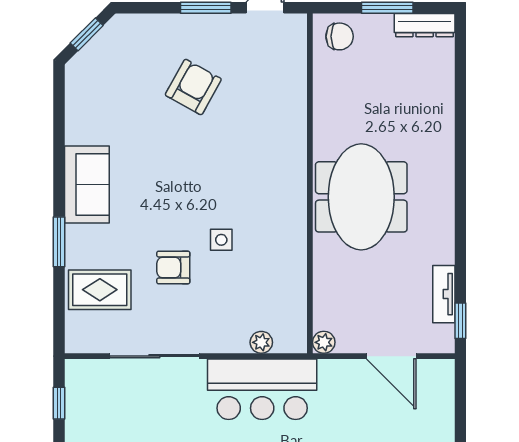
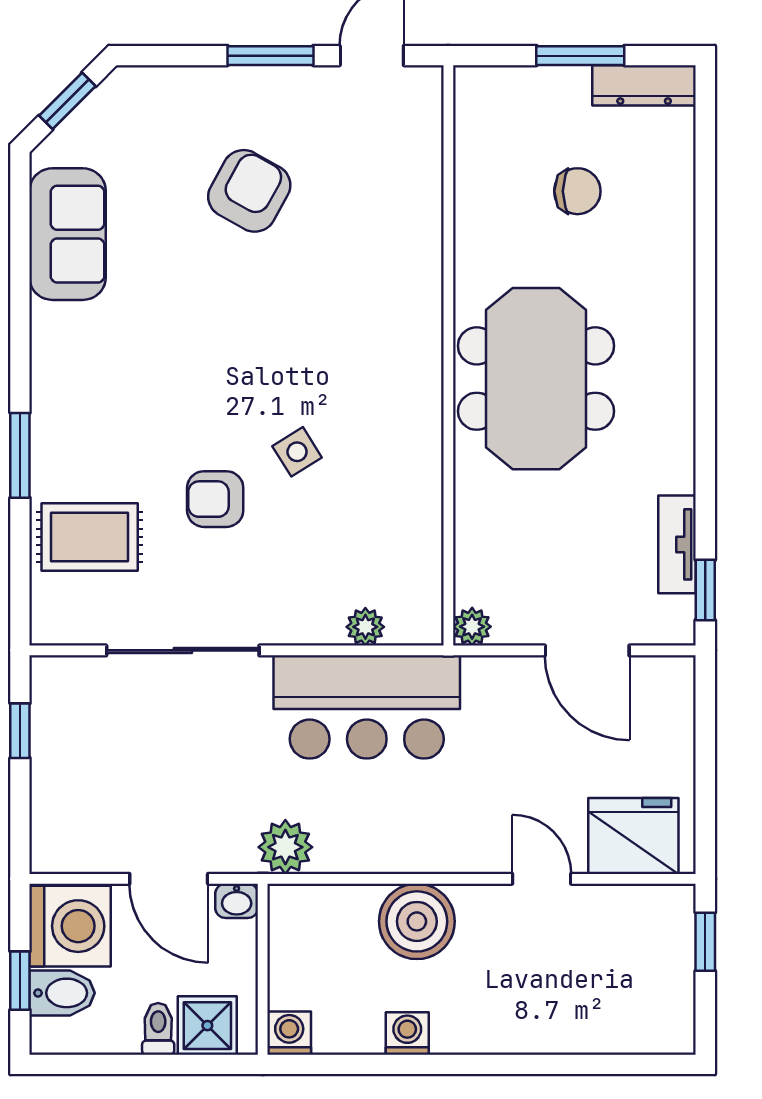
chair: (340, 36) -> (577, 191), moved
sofa: (87, 185) -> (68, 234), moved
side table: (221, 240) -> (297, 452), turned -32

